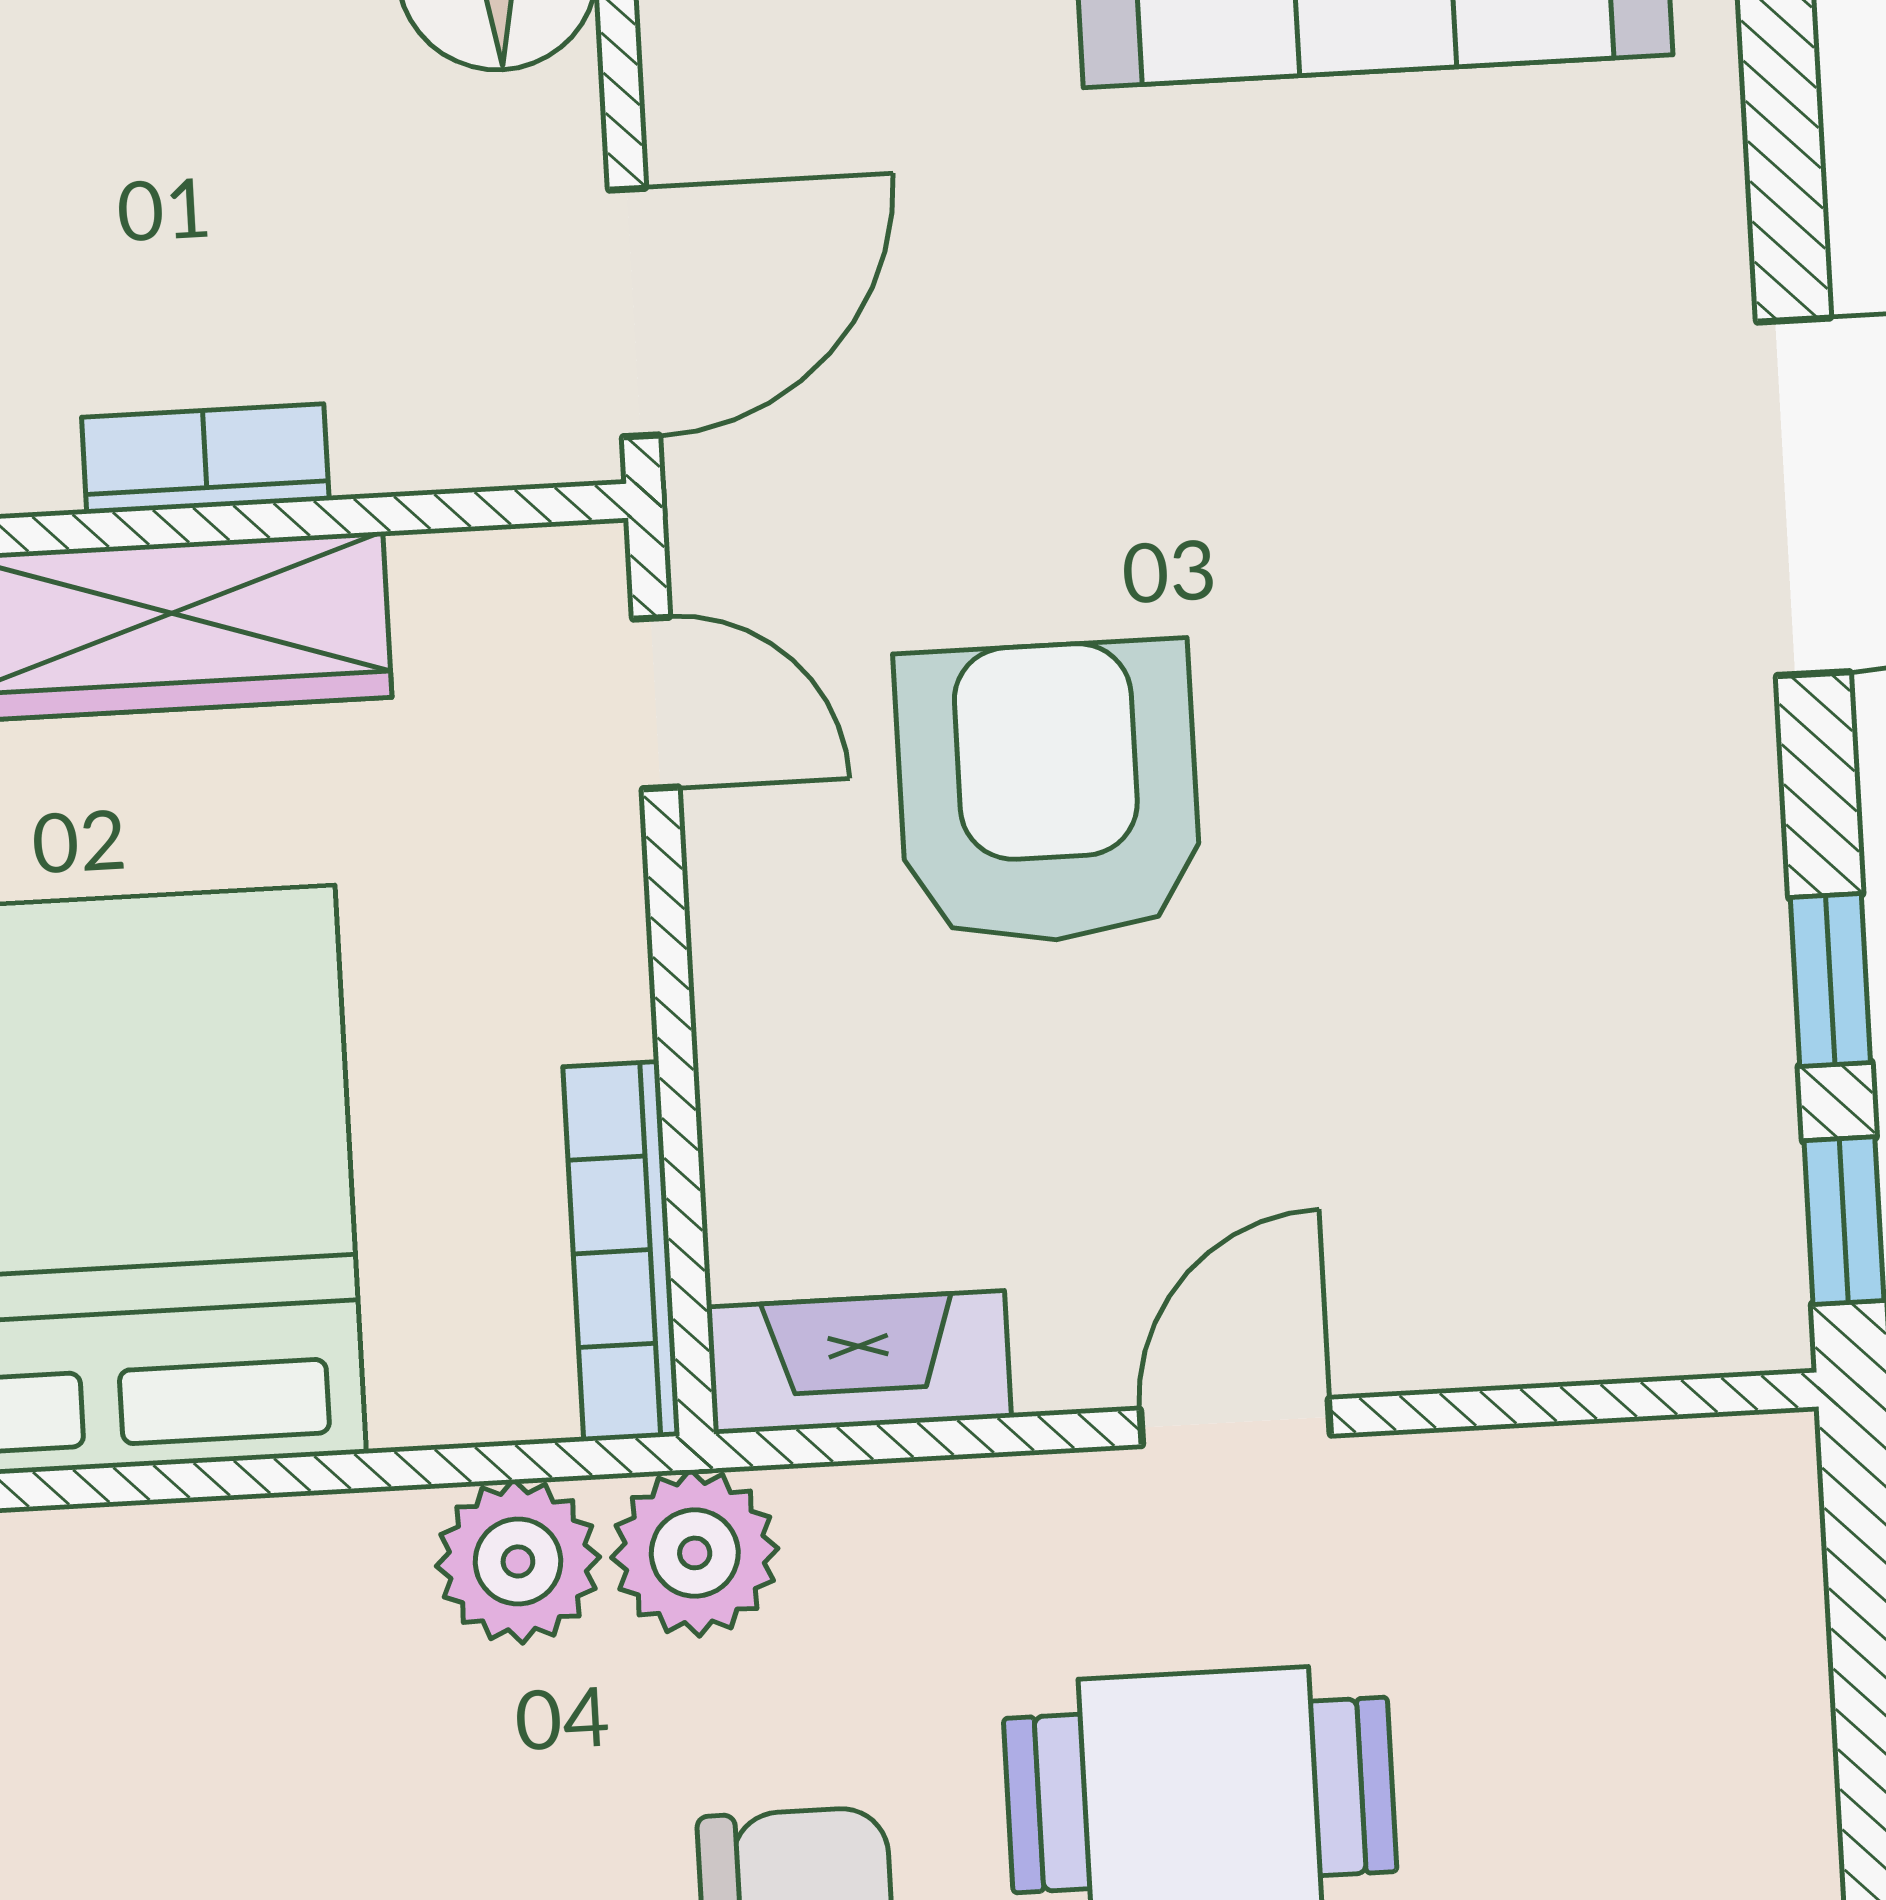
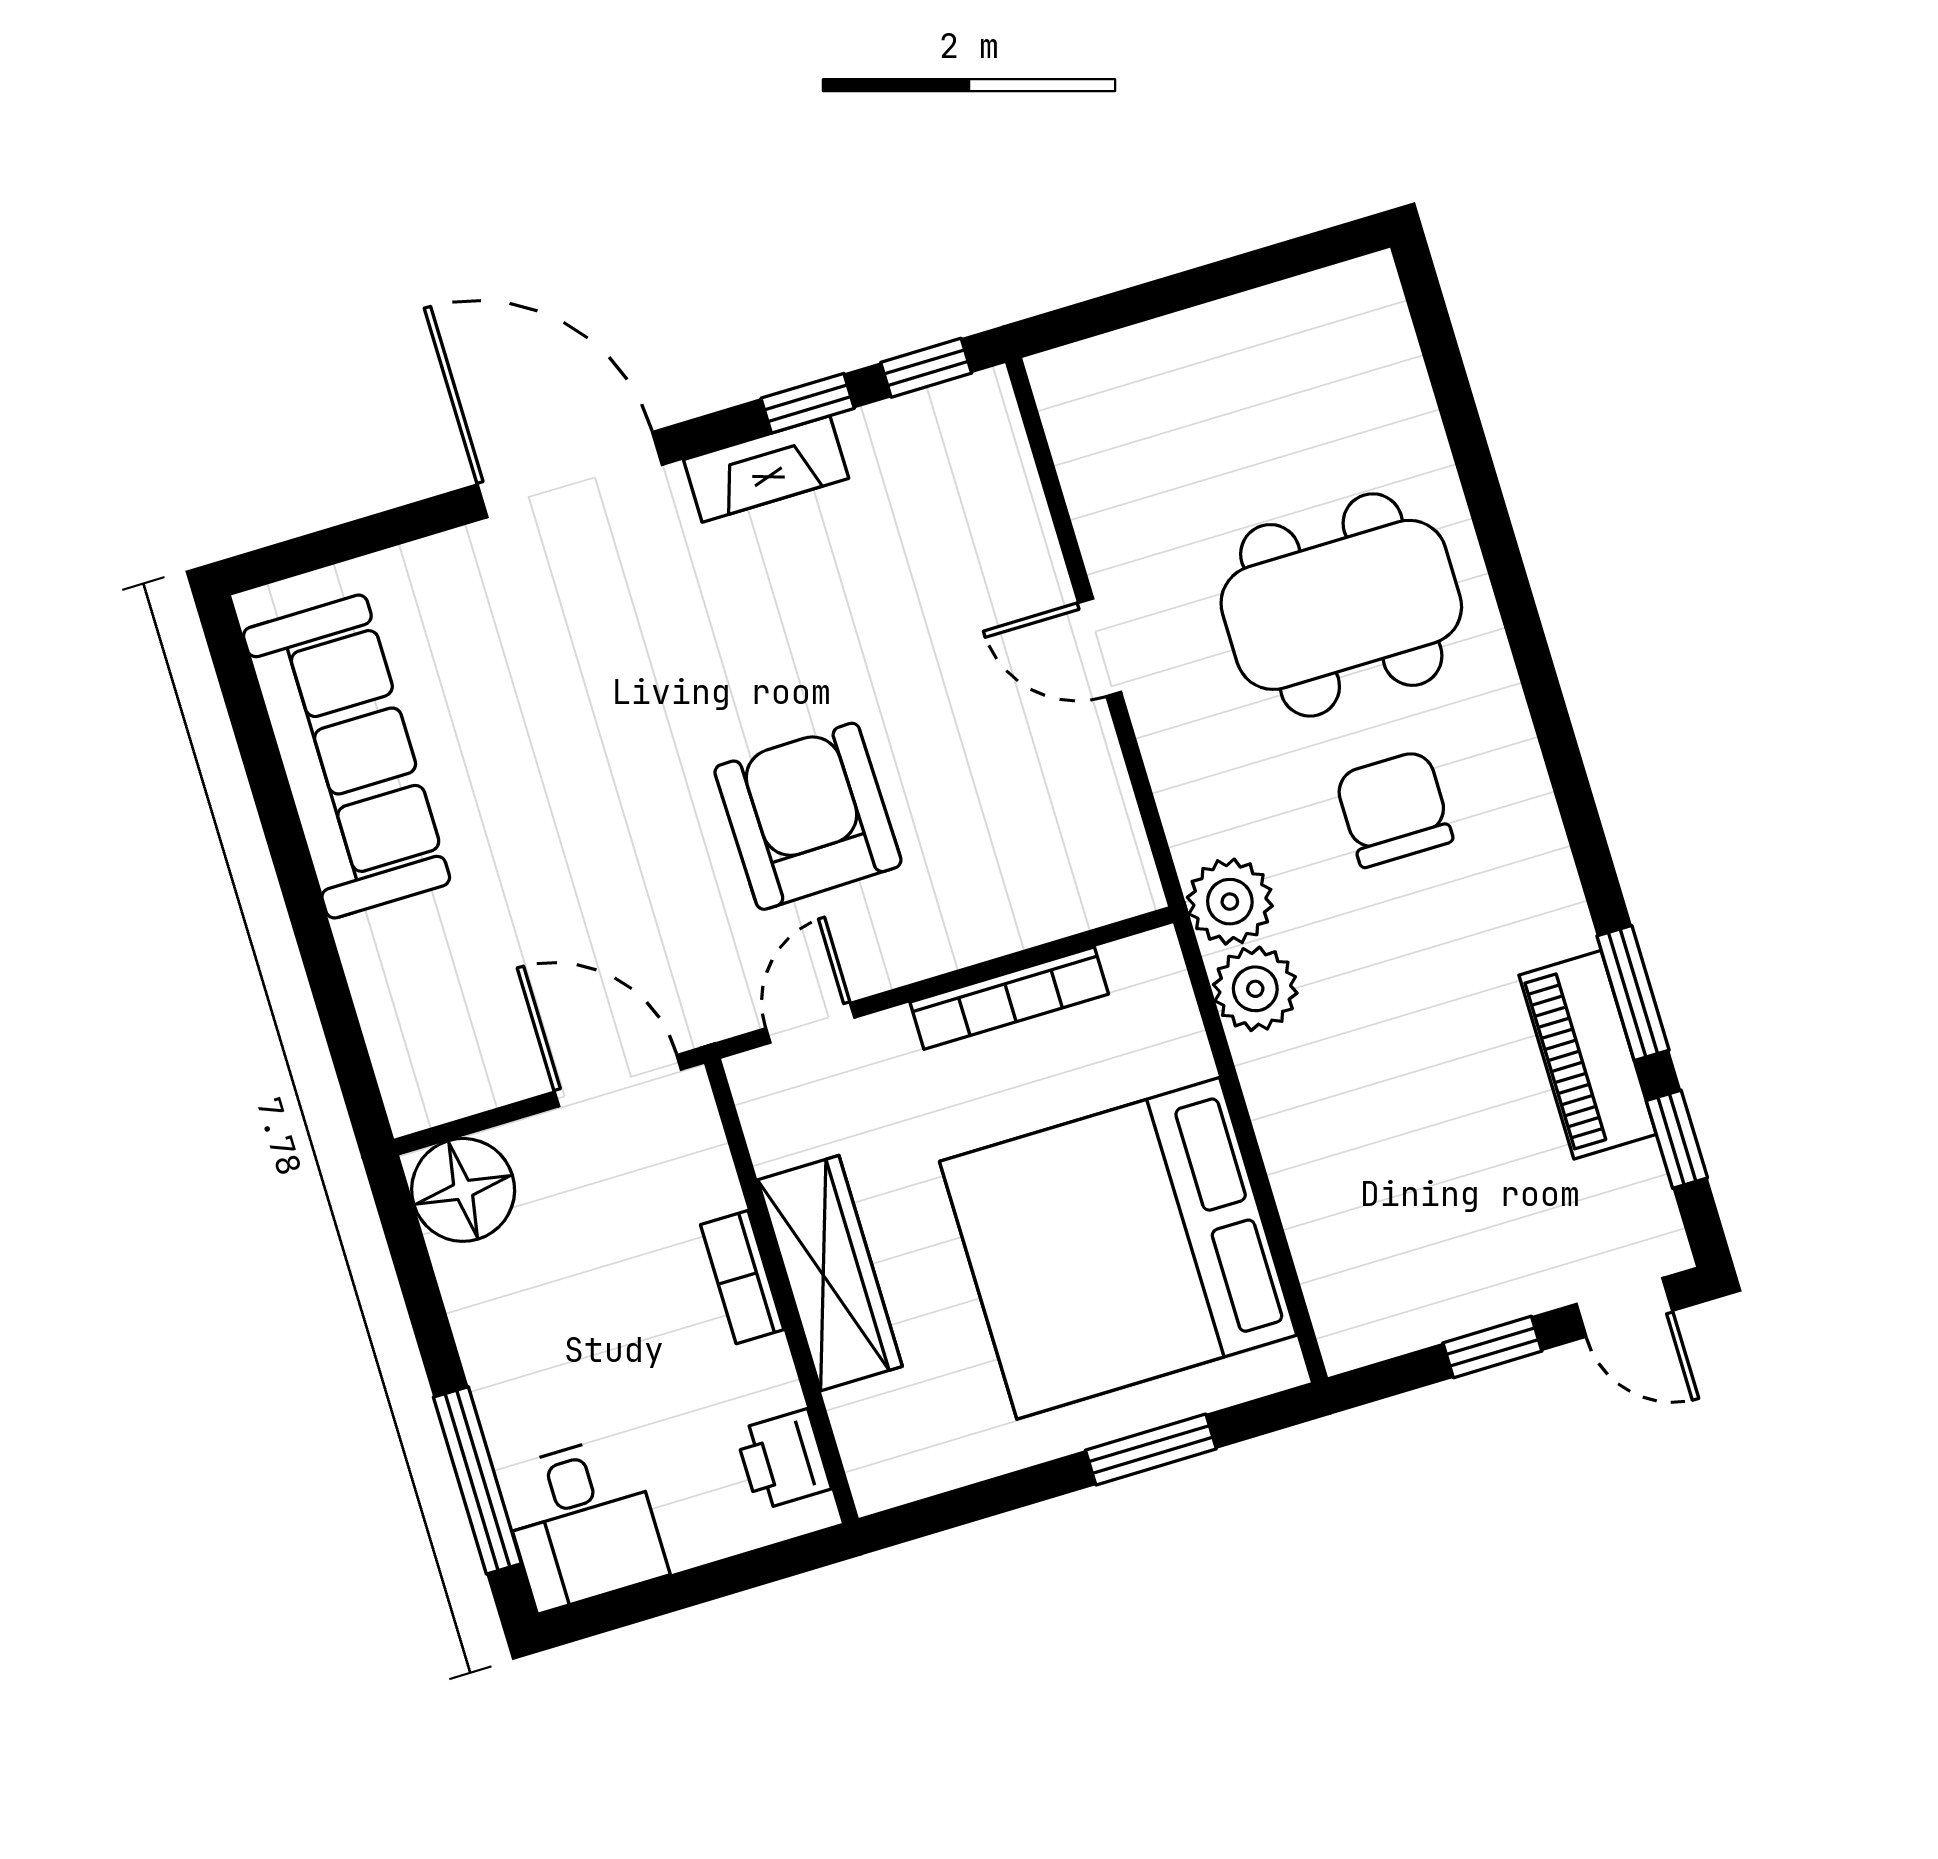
armchair: (1048, 793) -> (808, 816), turned 89
bookcase: (621, 1251) -> (1009, 998), moved
fireplace: (859, 1362) -> (766, 469), moved, turned -90

